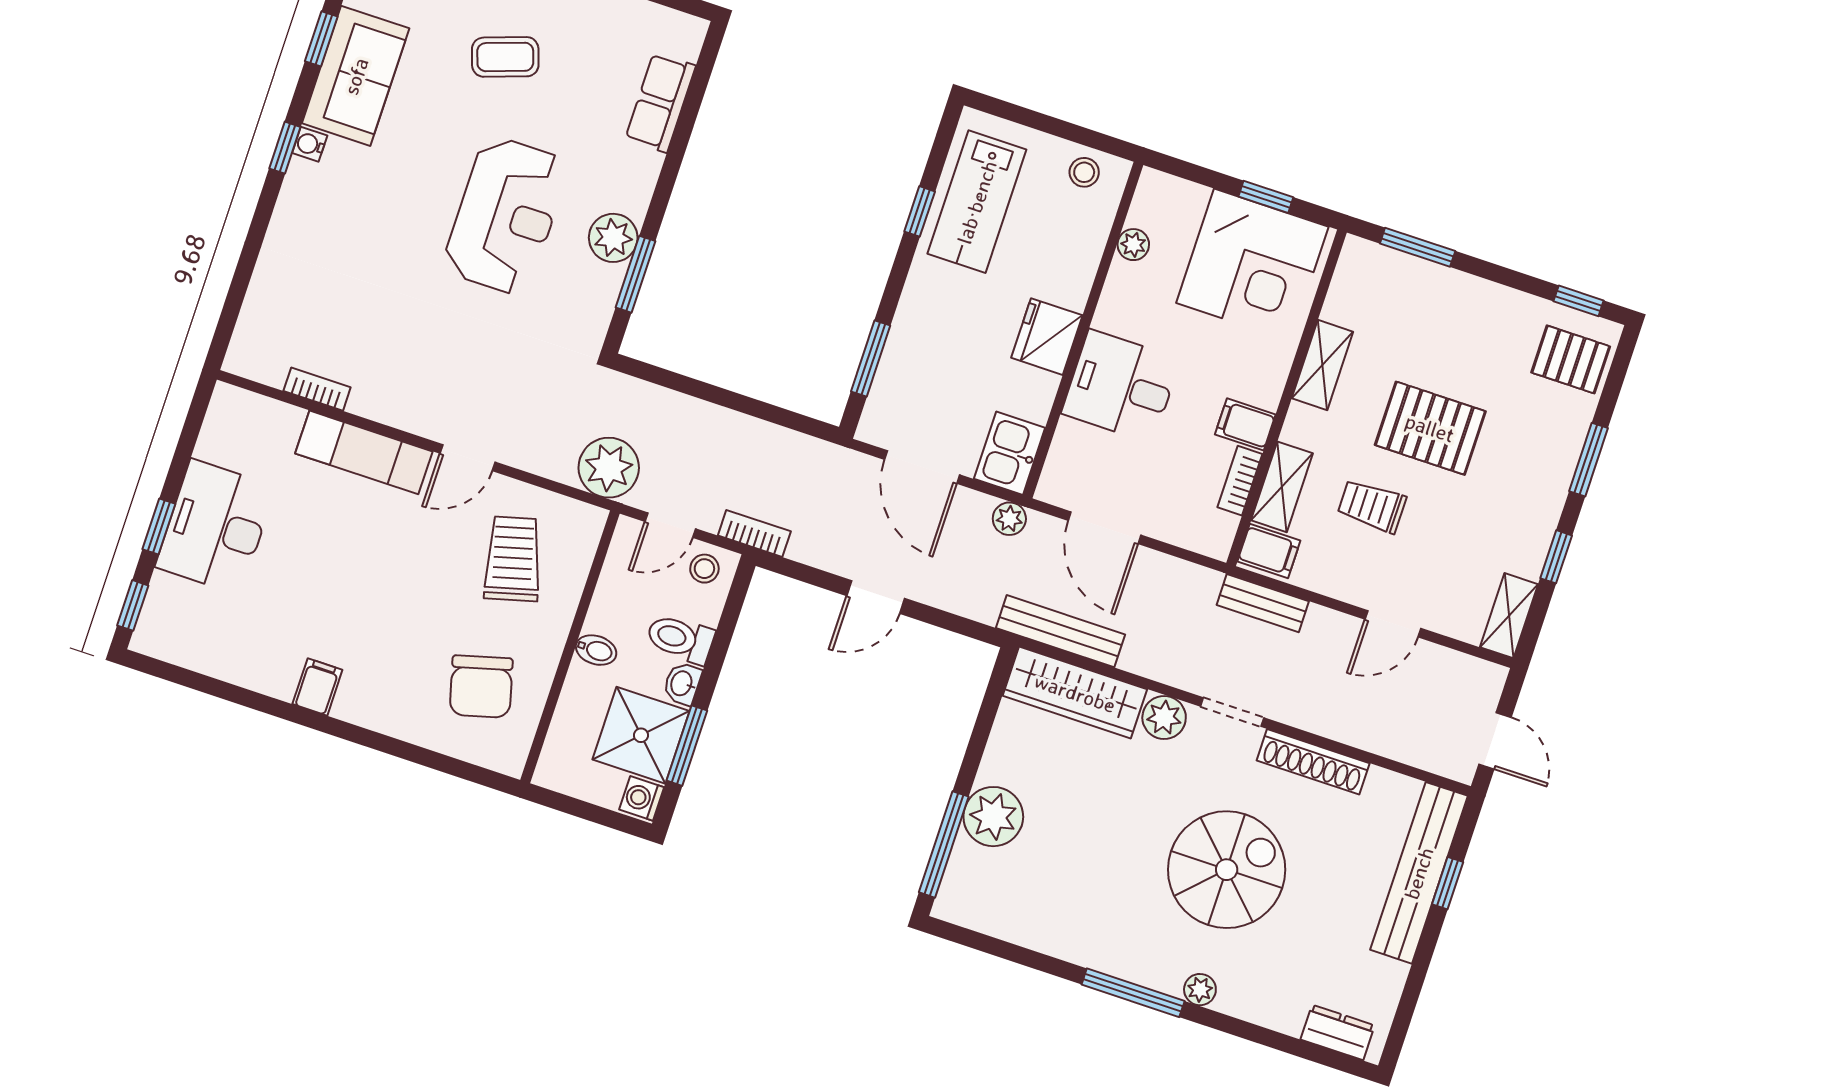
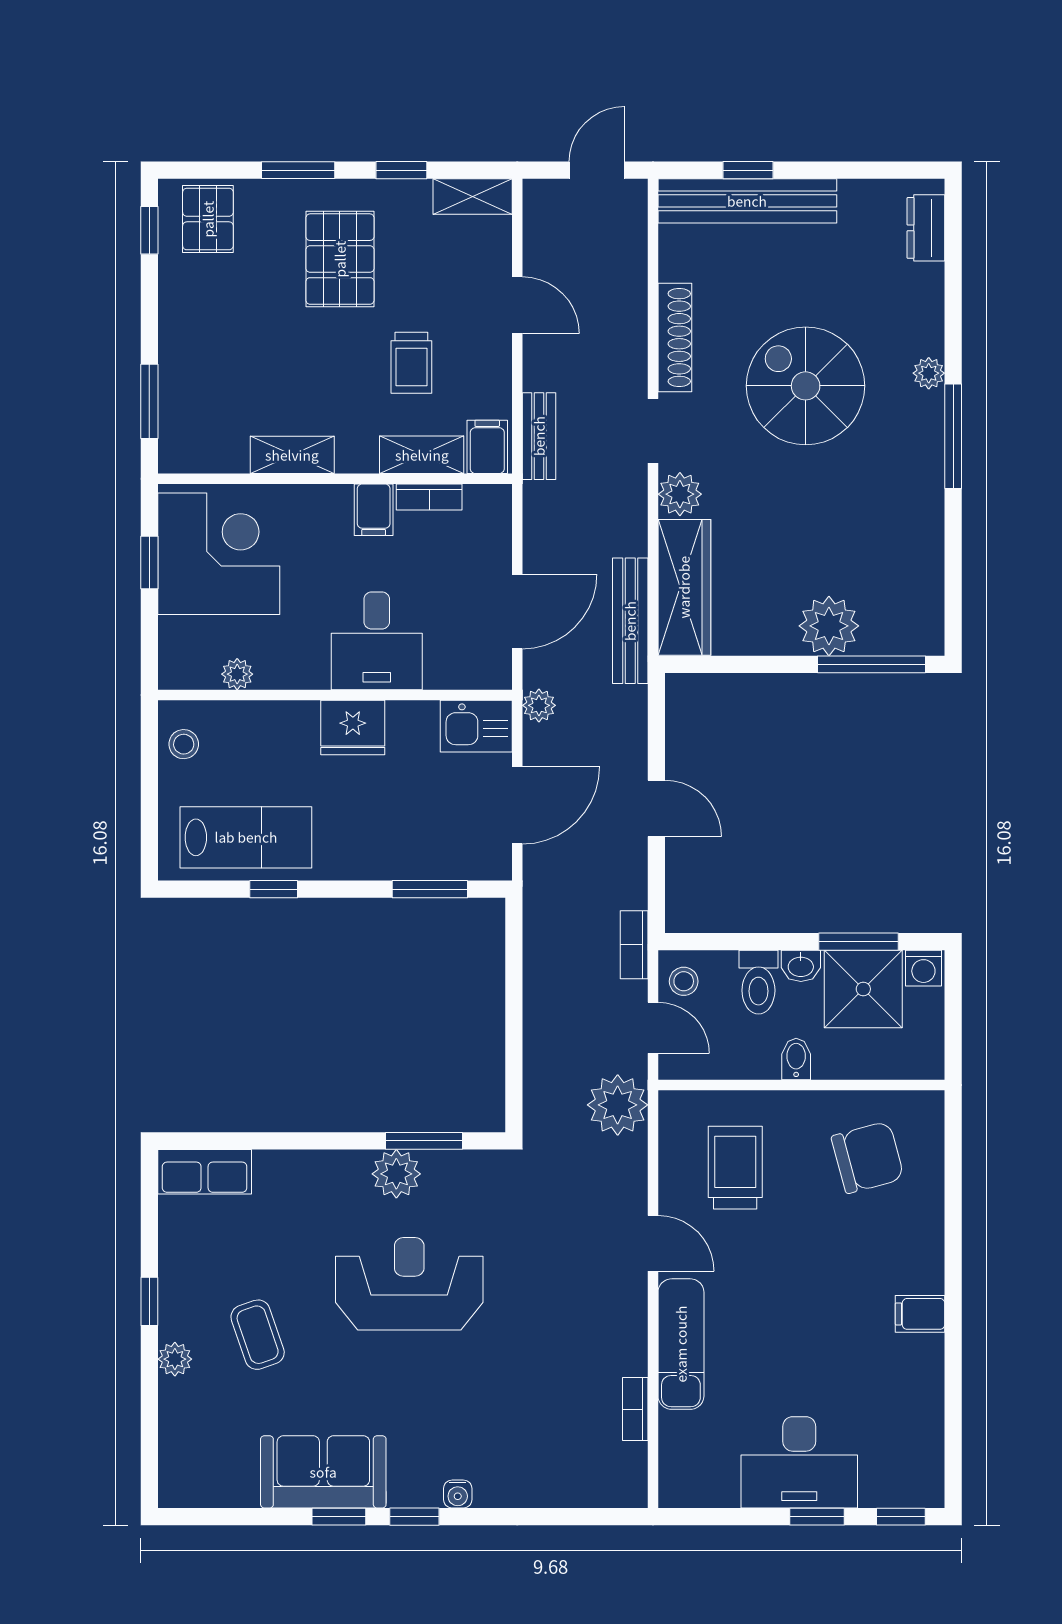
window: (321, 39) -> (339, 1517), moved
row of seats: (660, 102) -> (205, 1172), moved
water cooler: (310, 144) -> (458, 1494), moved
pallet: (1430, 428) -> (340, 259), moved
trolley: (513, 559) -> (735, 1168), turned 105

